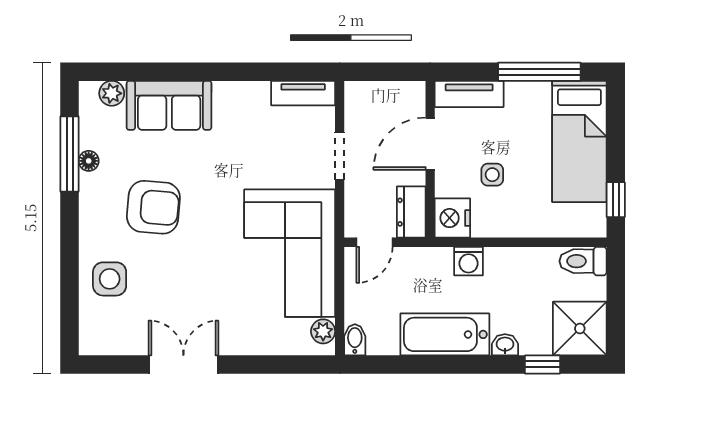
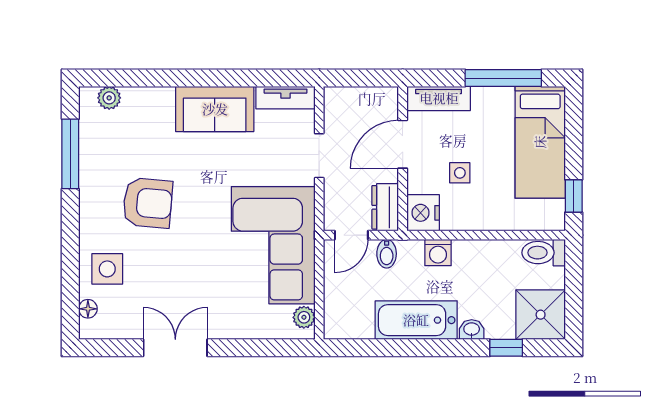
sofa: (169, 105) -> (215, 109), moved
floor lamp: (89, 161) -> (88, 309), moved
bidet: (355, 340) -> (387, 254), moved, turned 180

